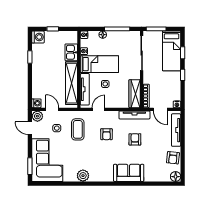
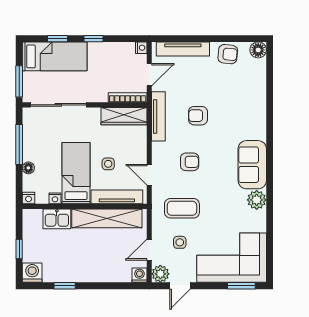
sofa: (129, 173) -> (252, 165), moved

